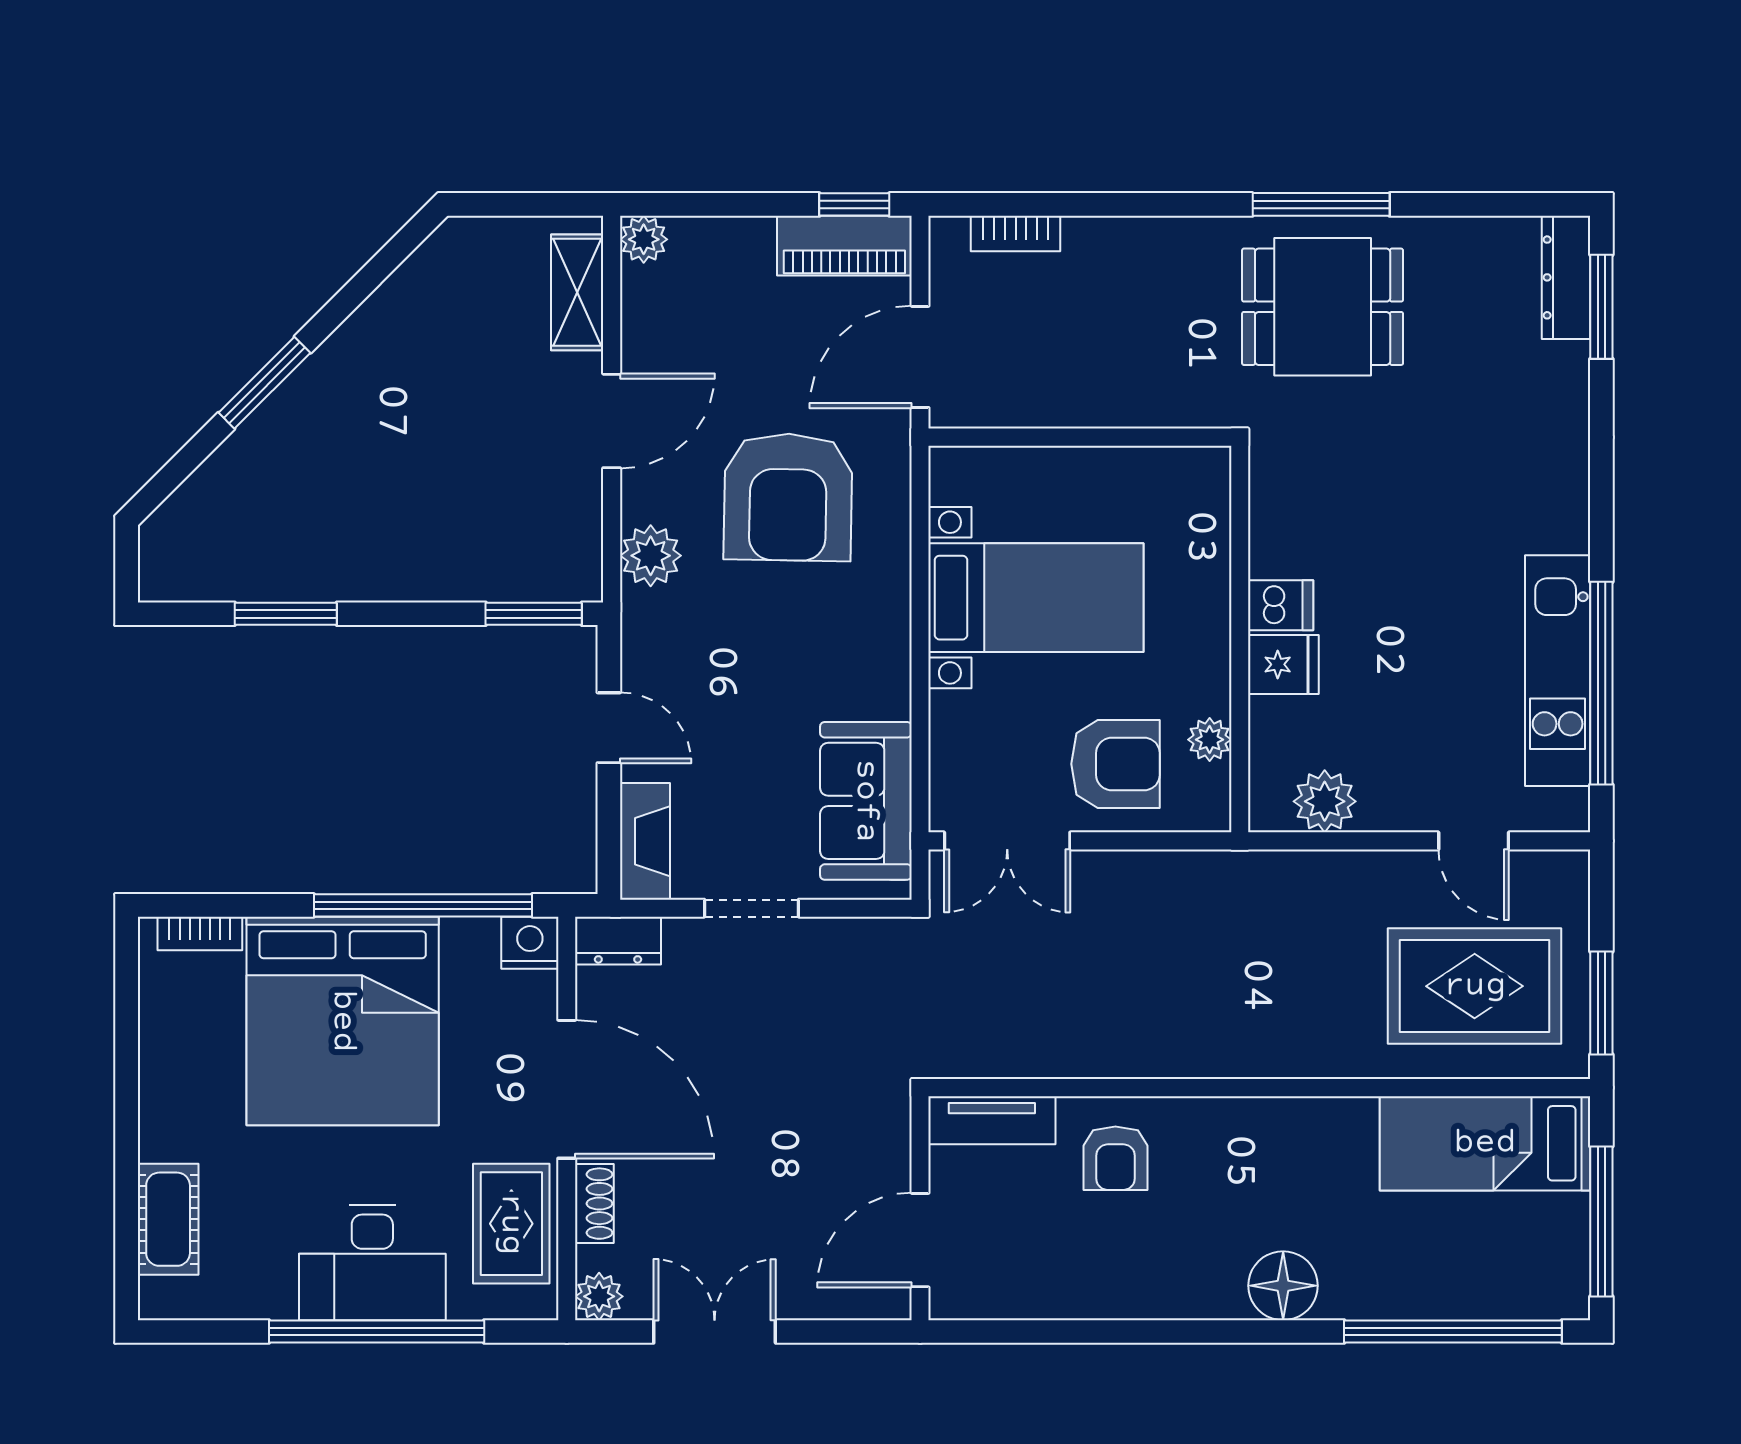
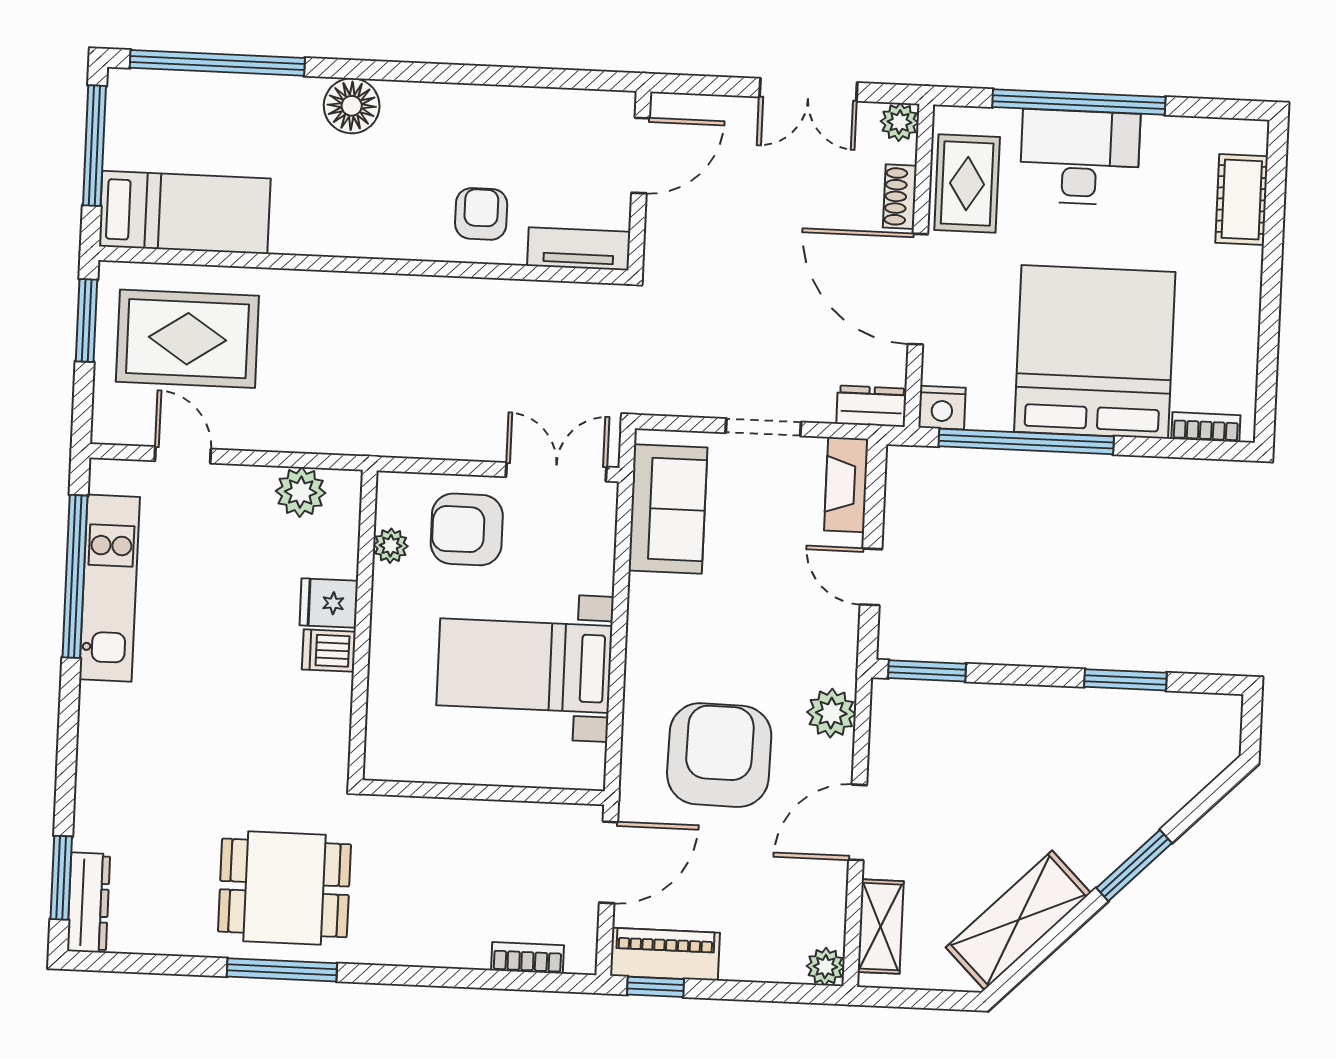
shelving: (406, 308) -> (1018, 920), added

